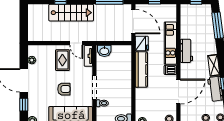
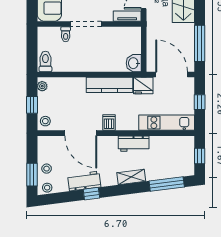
door: (133, 22) -> (172, 75), swing flipped
kitchen unit: (170, 43) -> (167, 123), moved
washbasin: (104, 51) -> (134, 63), moved
shelving: (214, 65) -> (131, 177), moved

